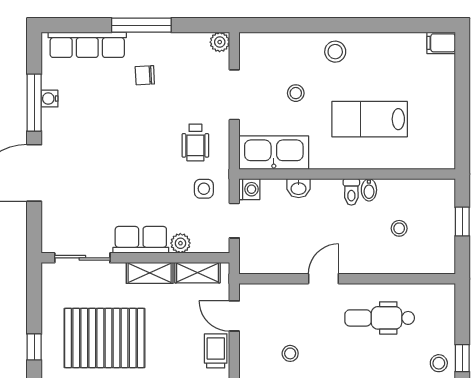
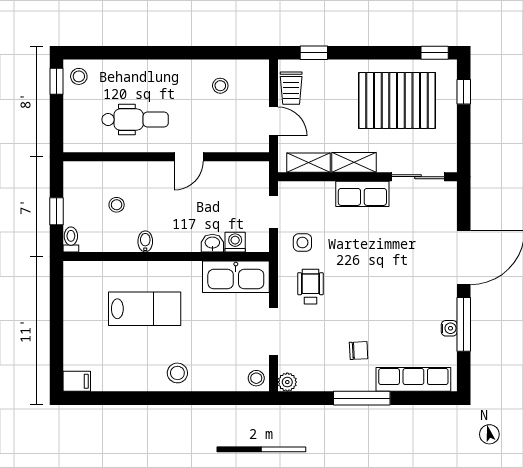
stool: (296, 93) -> (256, 378), moved
washing machine: (249, 189) -> (235, 242), moved, turned 90
toilet: (351, 192) -> (71, 239), moved
plant: (180, 243) -> (325, 191), removed

